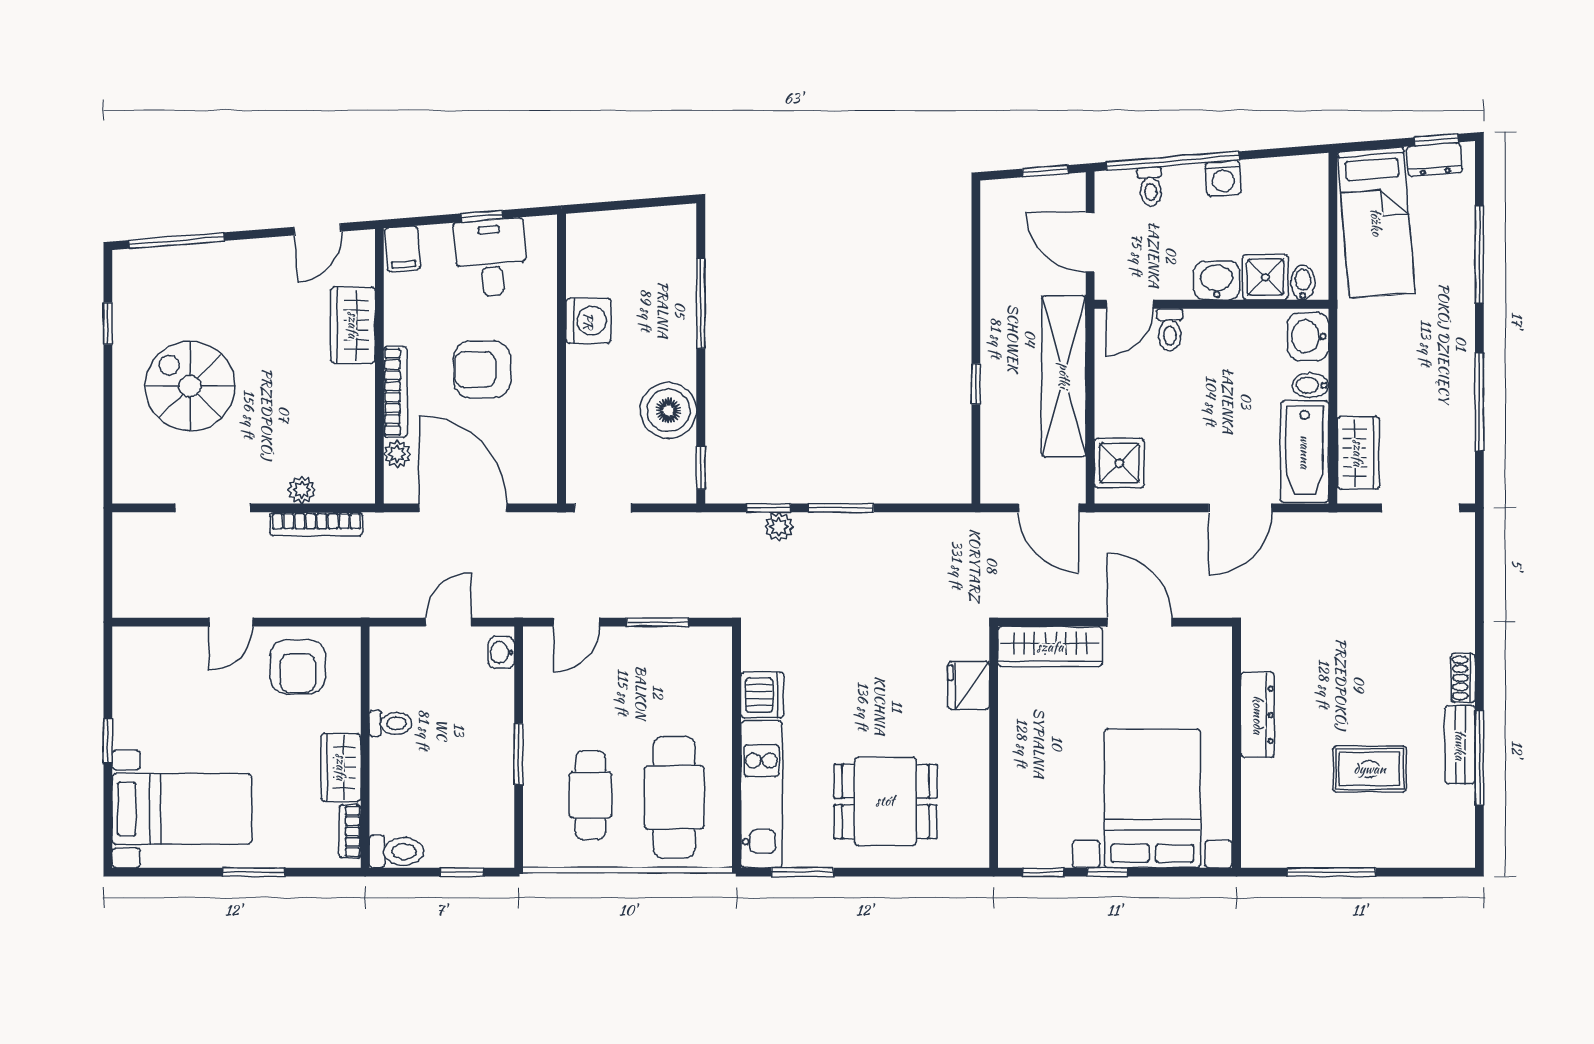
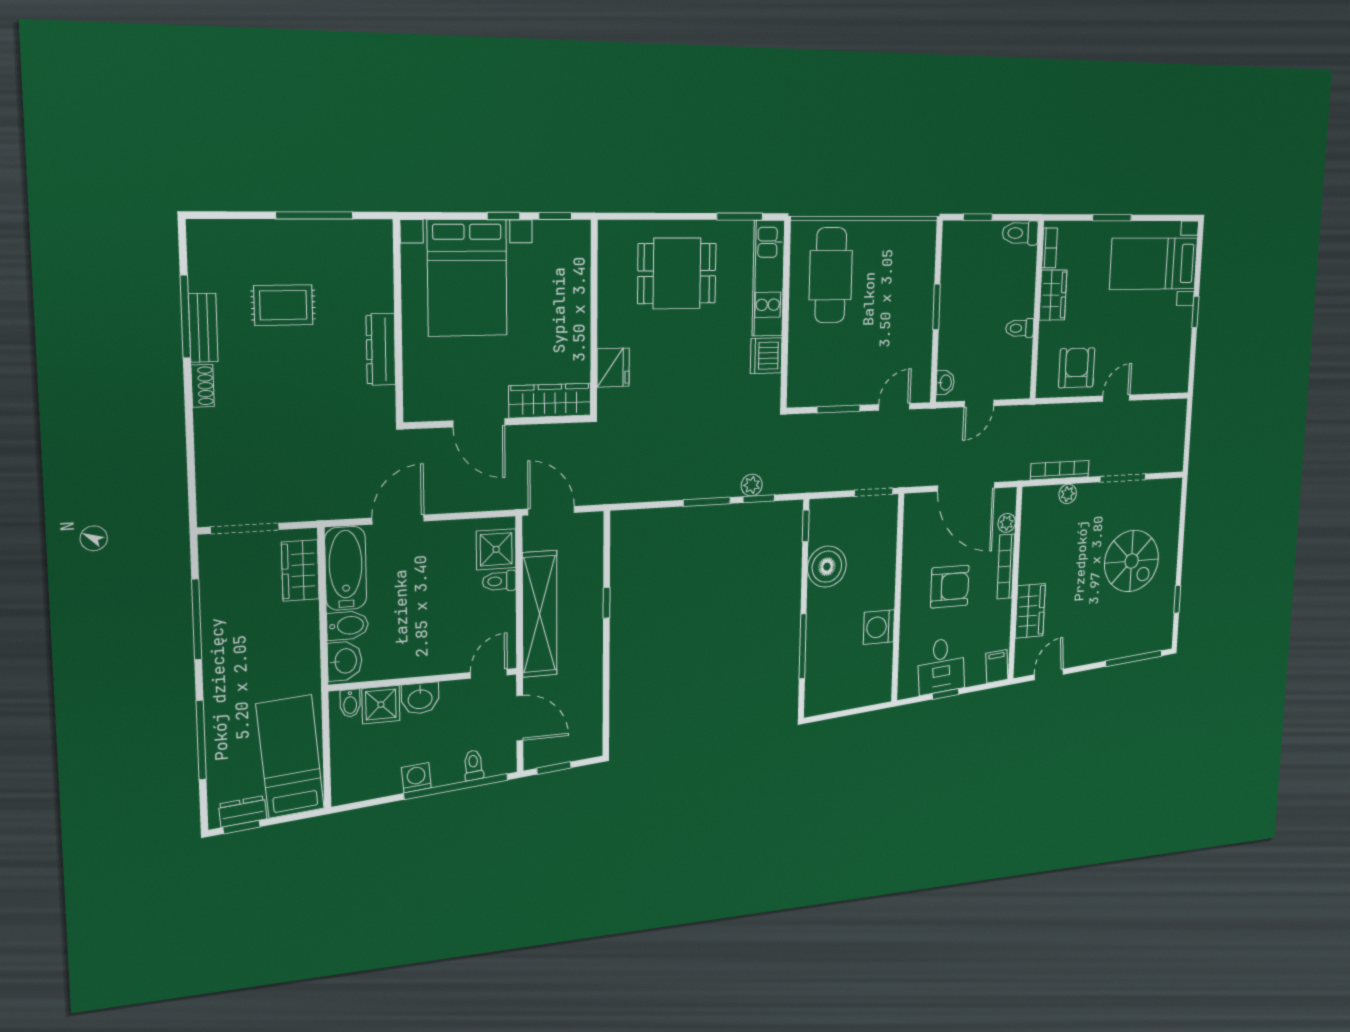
toilet: (1170, 330) -> (499, 581), moved, turned -90
bidet: (1310, 385) -> (348, 625), width x1.38, depth x1.36
cafe table: (590, 795) -> (889, 276), removed

